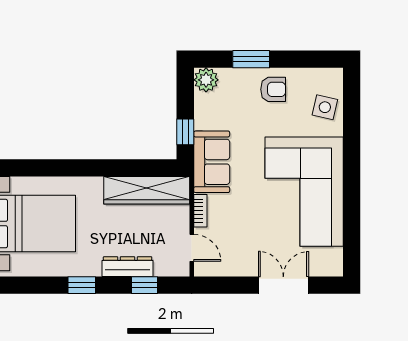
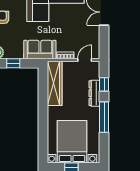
window: (185, 132) -> (13, 63), moved
window: (82, 285) -> (104, 117), width x2.17

